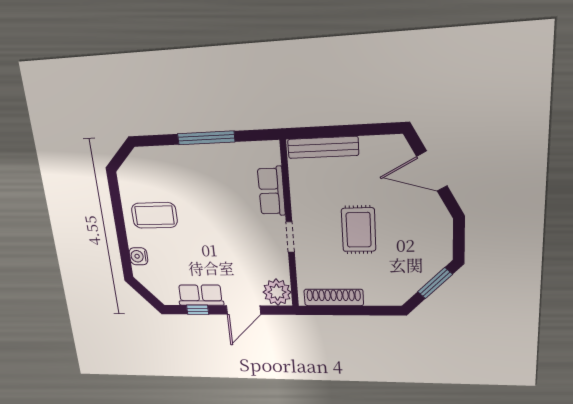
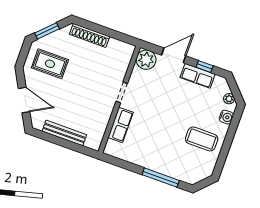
window: (206, 138) -> (161, 178), moved
bench: (323, 147) -> (64, 133), moved
rug: (359, 230) -> (50, 64), moved, turned 90
plant: (147, 281) -> (229, 99), added
shoe rack: (334, 297) -> (90, 35), moved

